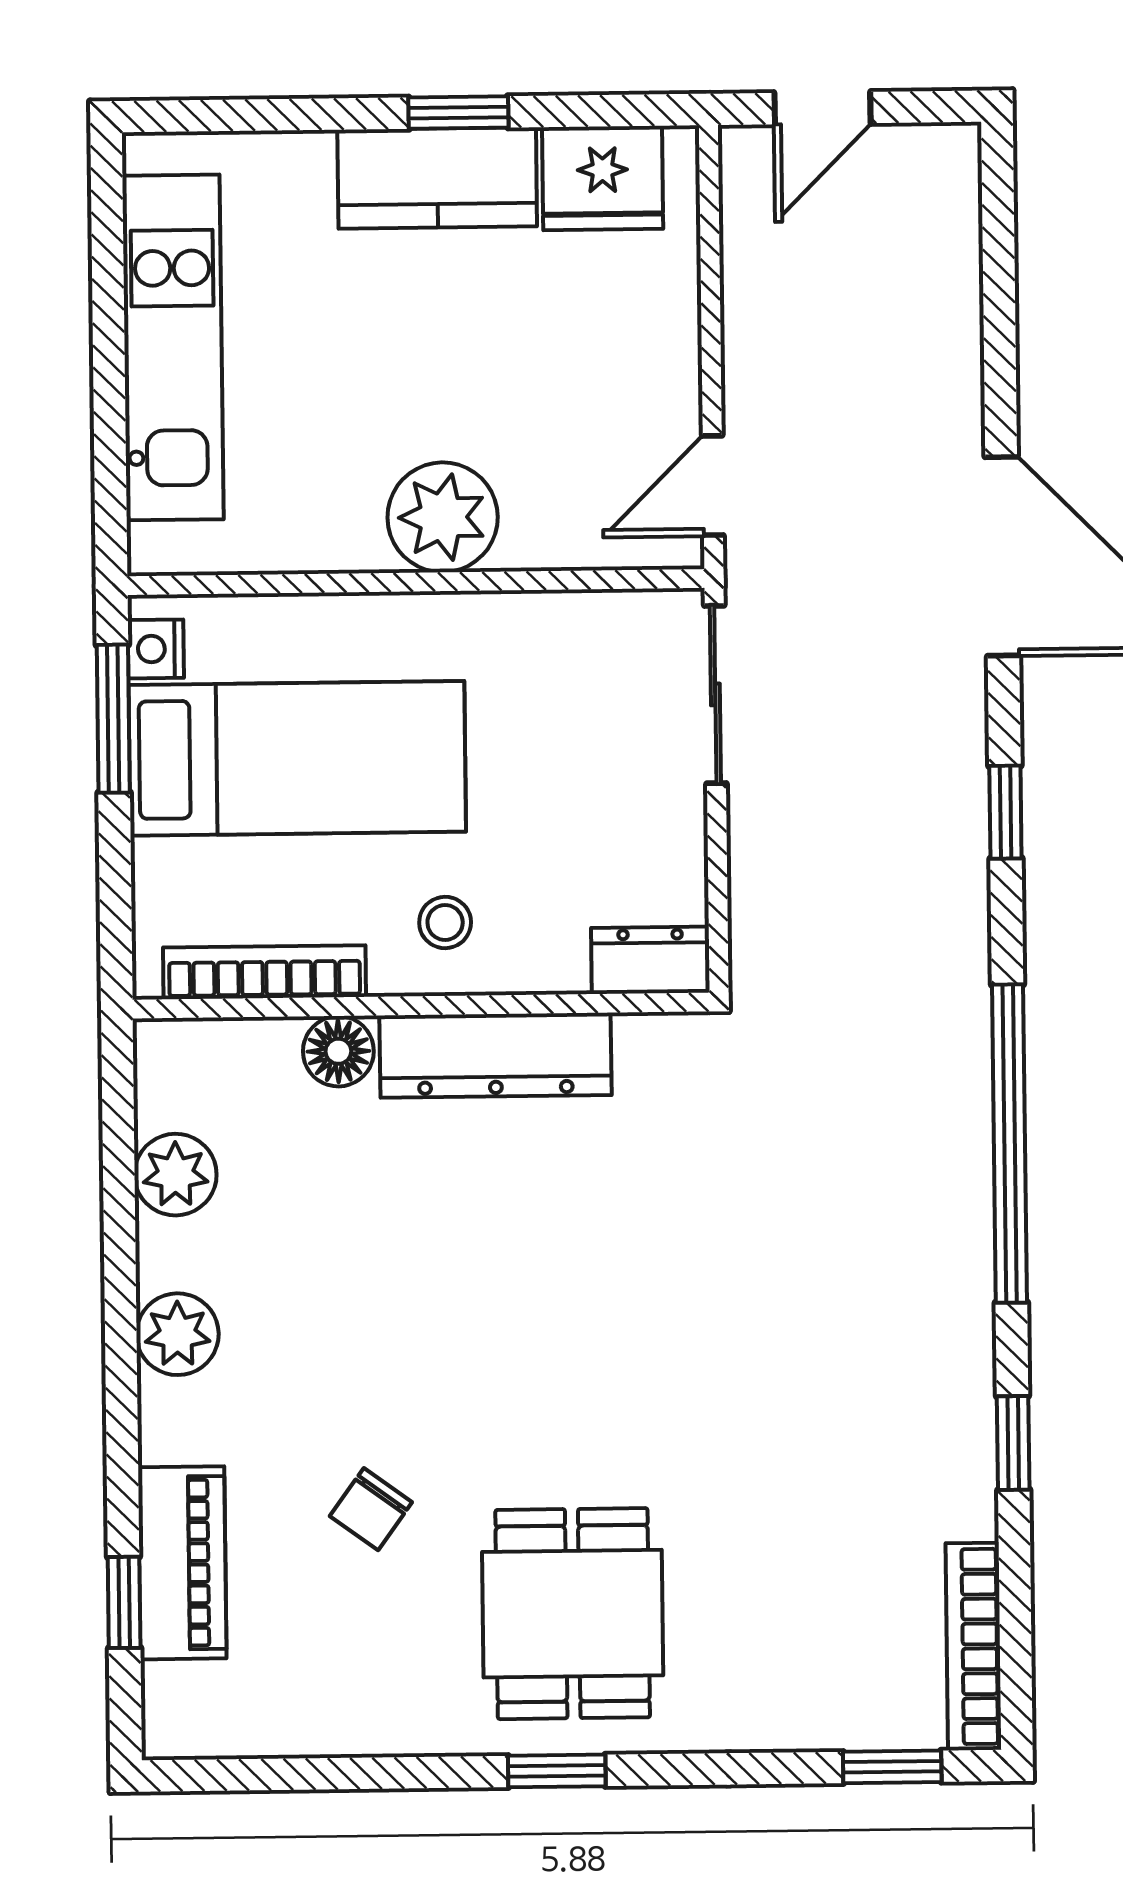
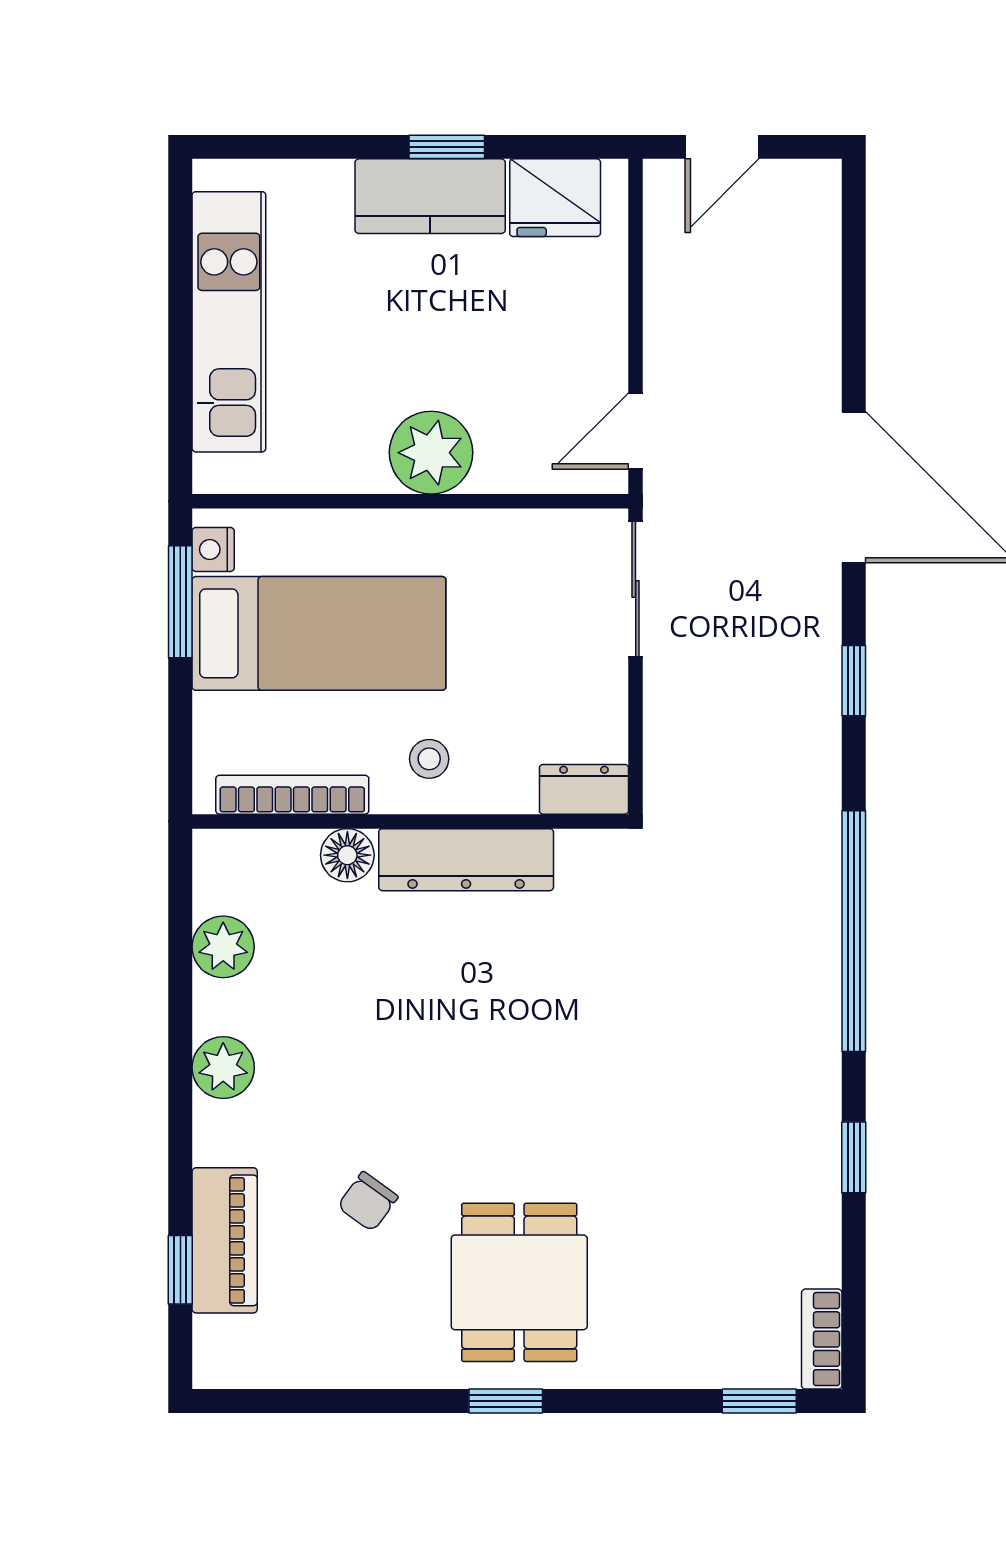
bookcase: (973, 1646) -> (822, 1339), width x0.64

